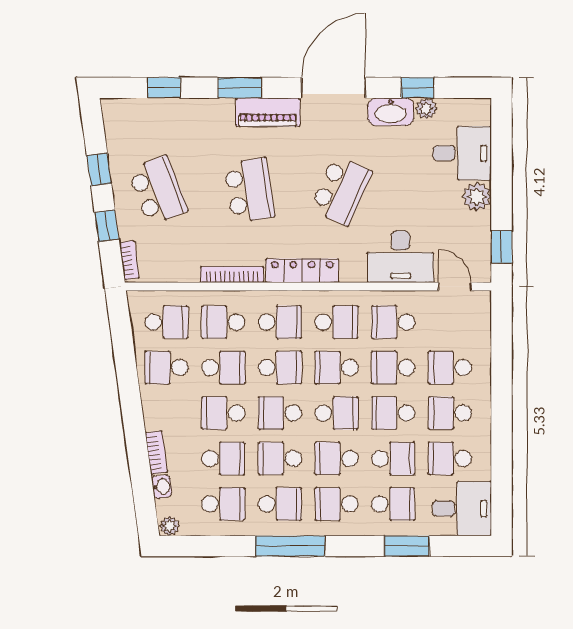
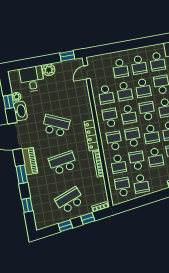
desk: (401, 257) -> (79, 96), removed

